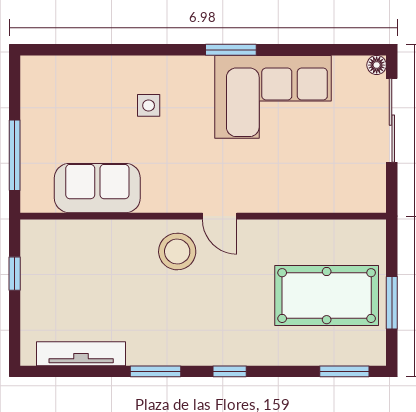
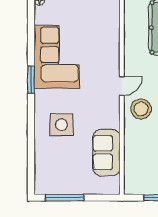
side table: (149, 105) -> (61, 125), width x1.87, depth x1.87
window: (15, 155) -> (65, 198), moved

